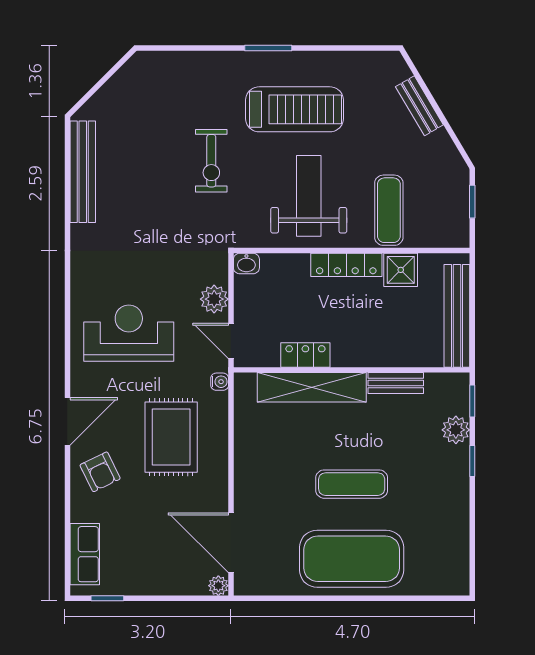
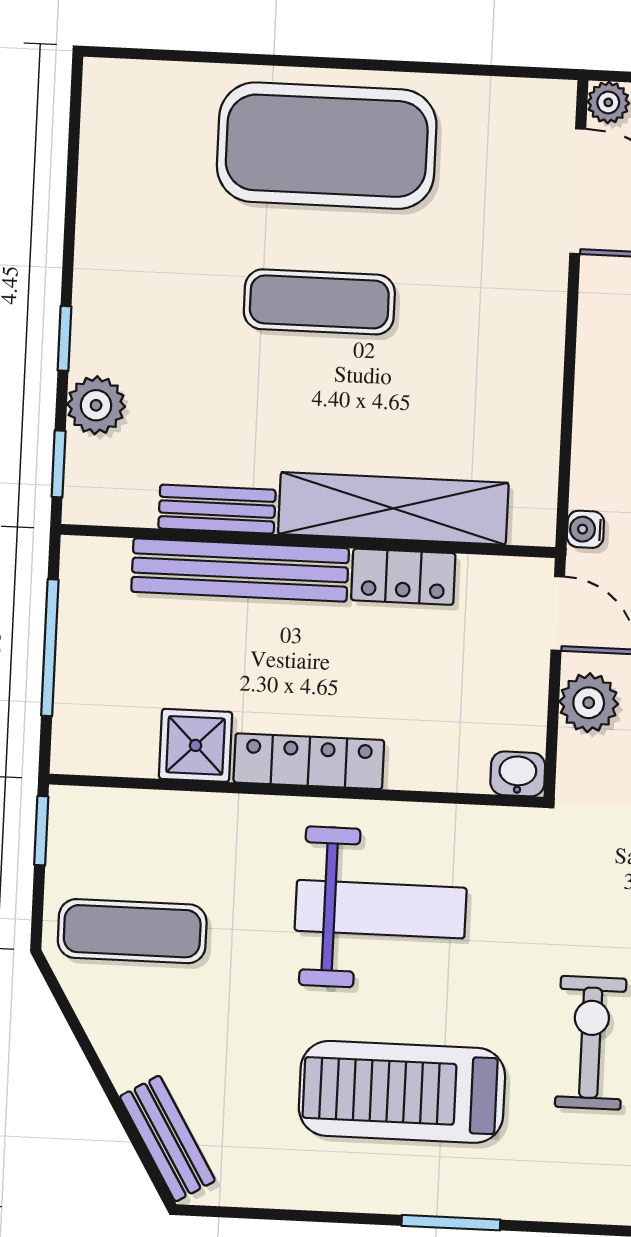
bench: (419, 106) -> (167, 1139), moved
exercise bike: (211, 161) -> (591, 1043), moved
weight bench: (309, 196) -> (381, 909), turned -90
window: (472, 202) -> (41, 831), moved
exercise mat: (389, 210) -> (132, 931), moved, turned 90
window: (472, 313) -> (50, 648), added
bench: (457, 316) -> (240, 570), moved, turned 90

